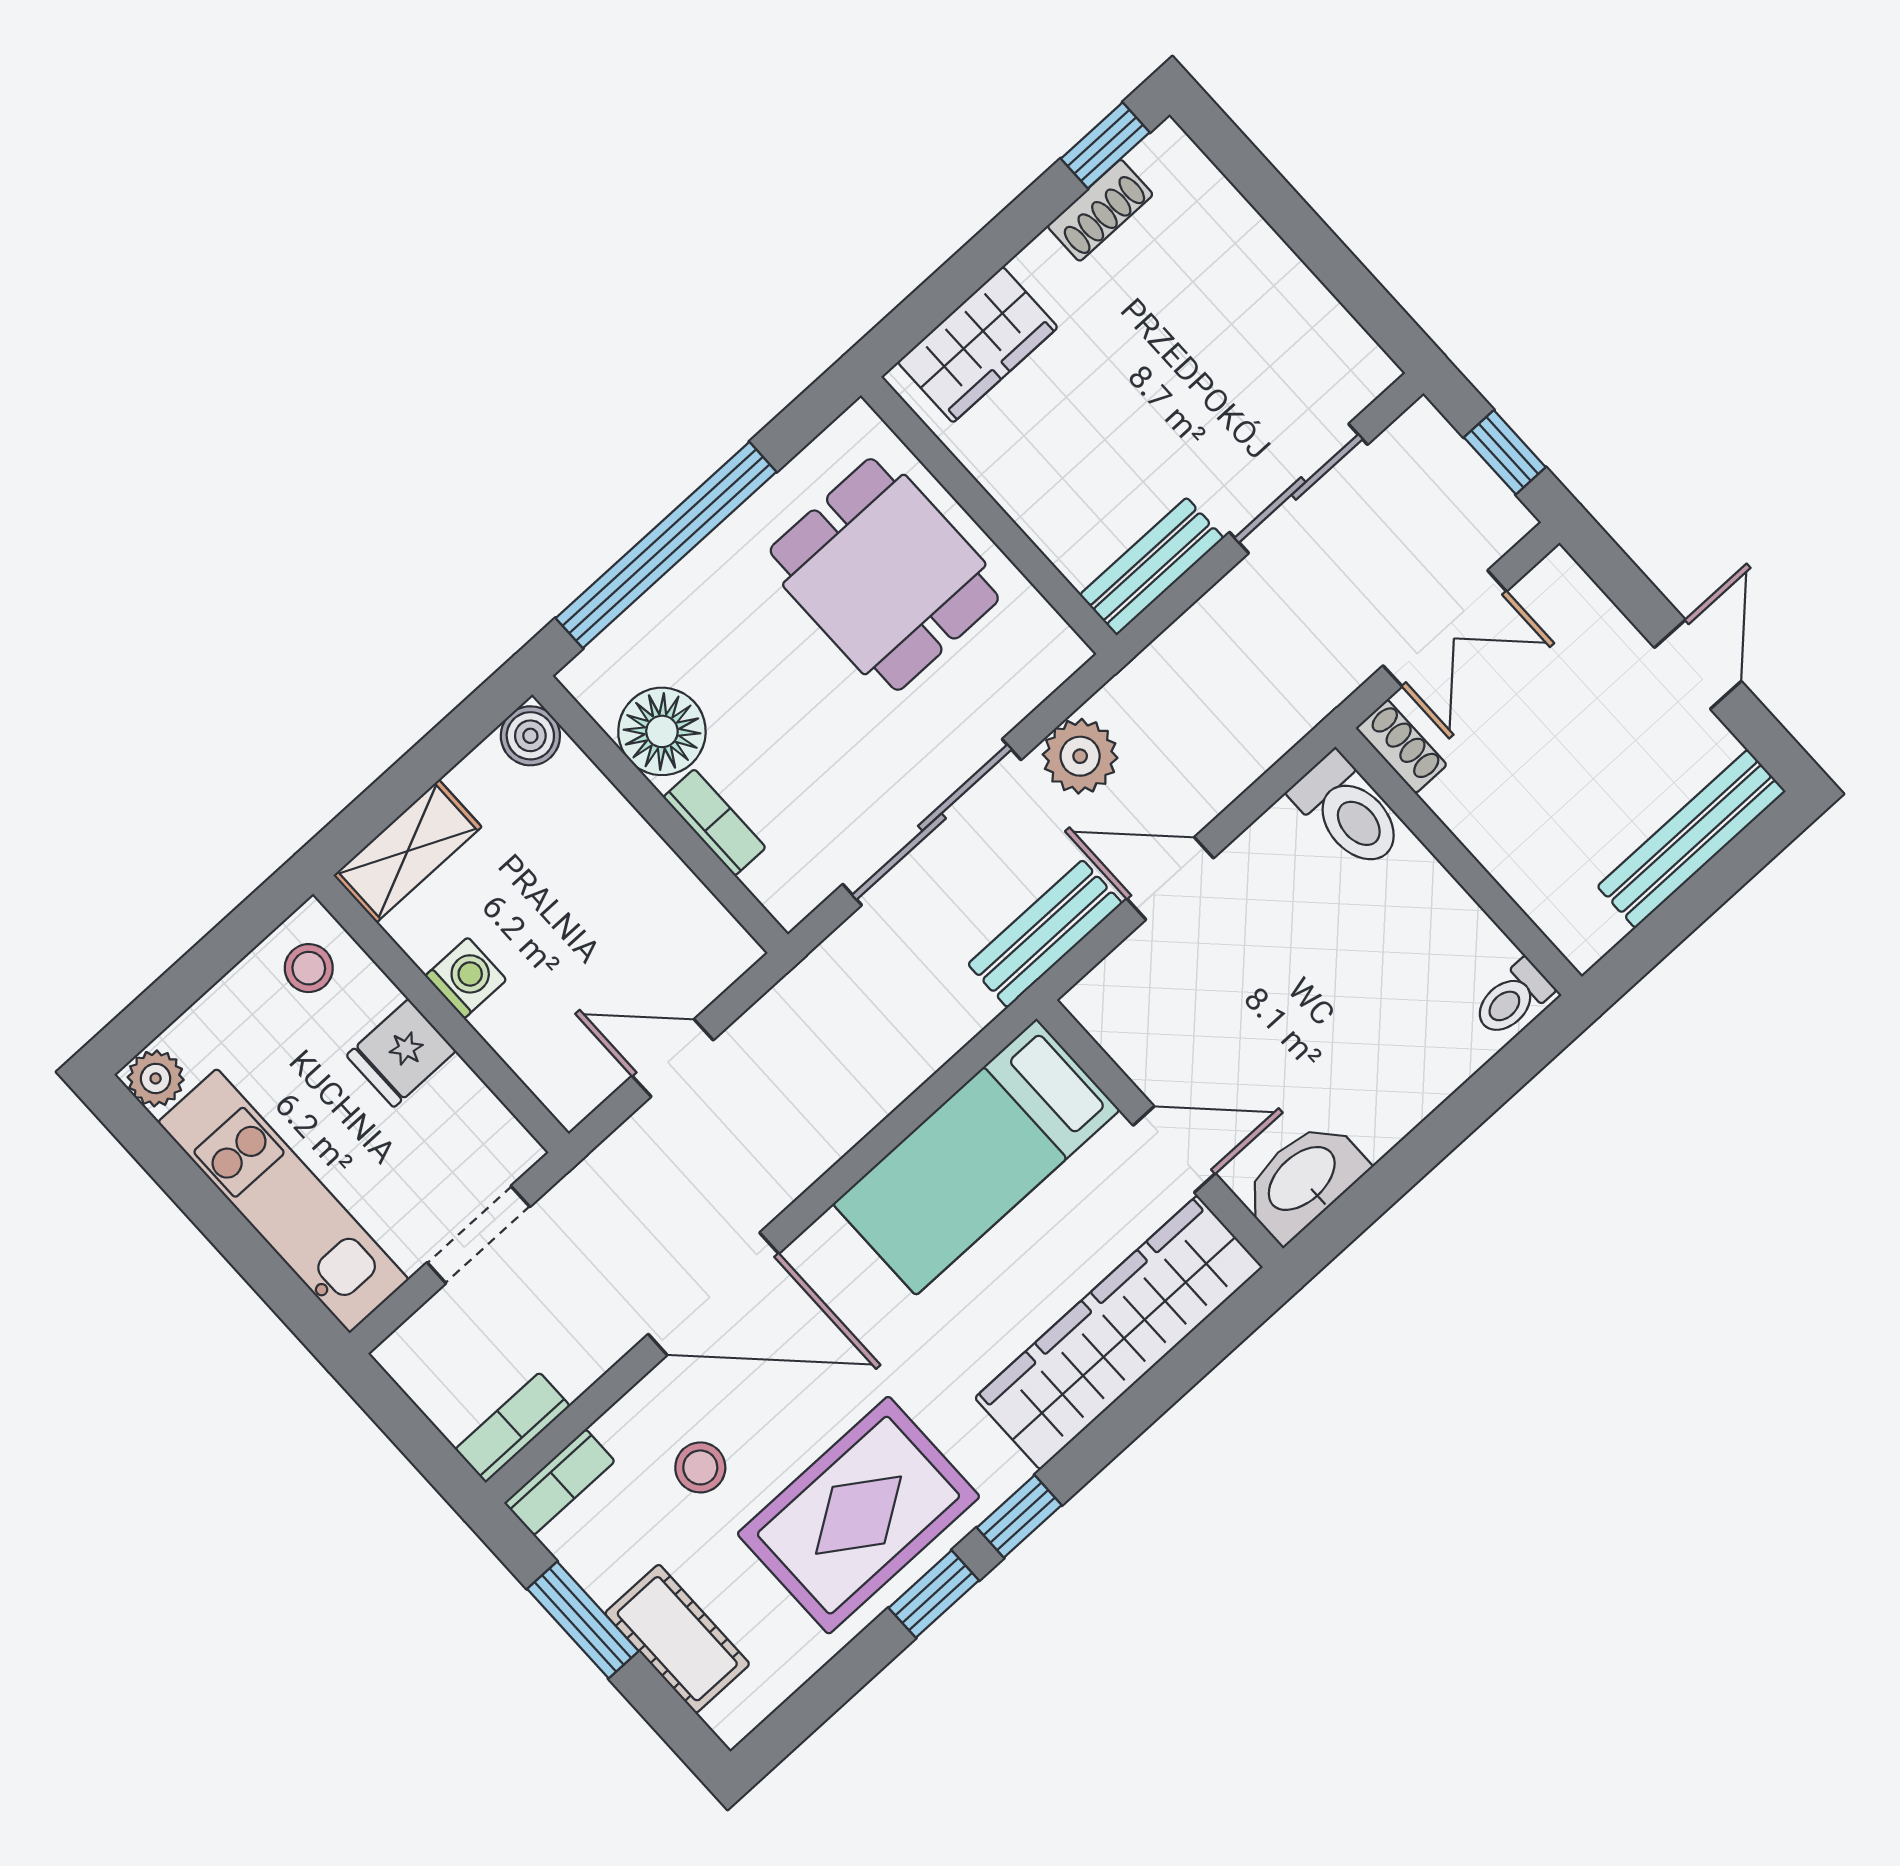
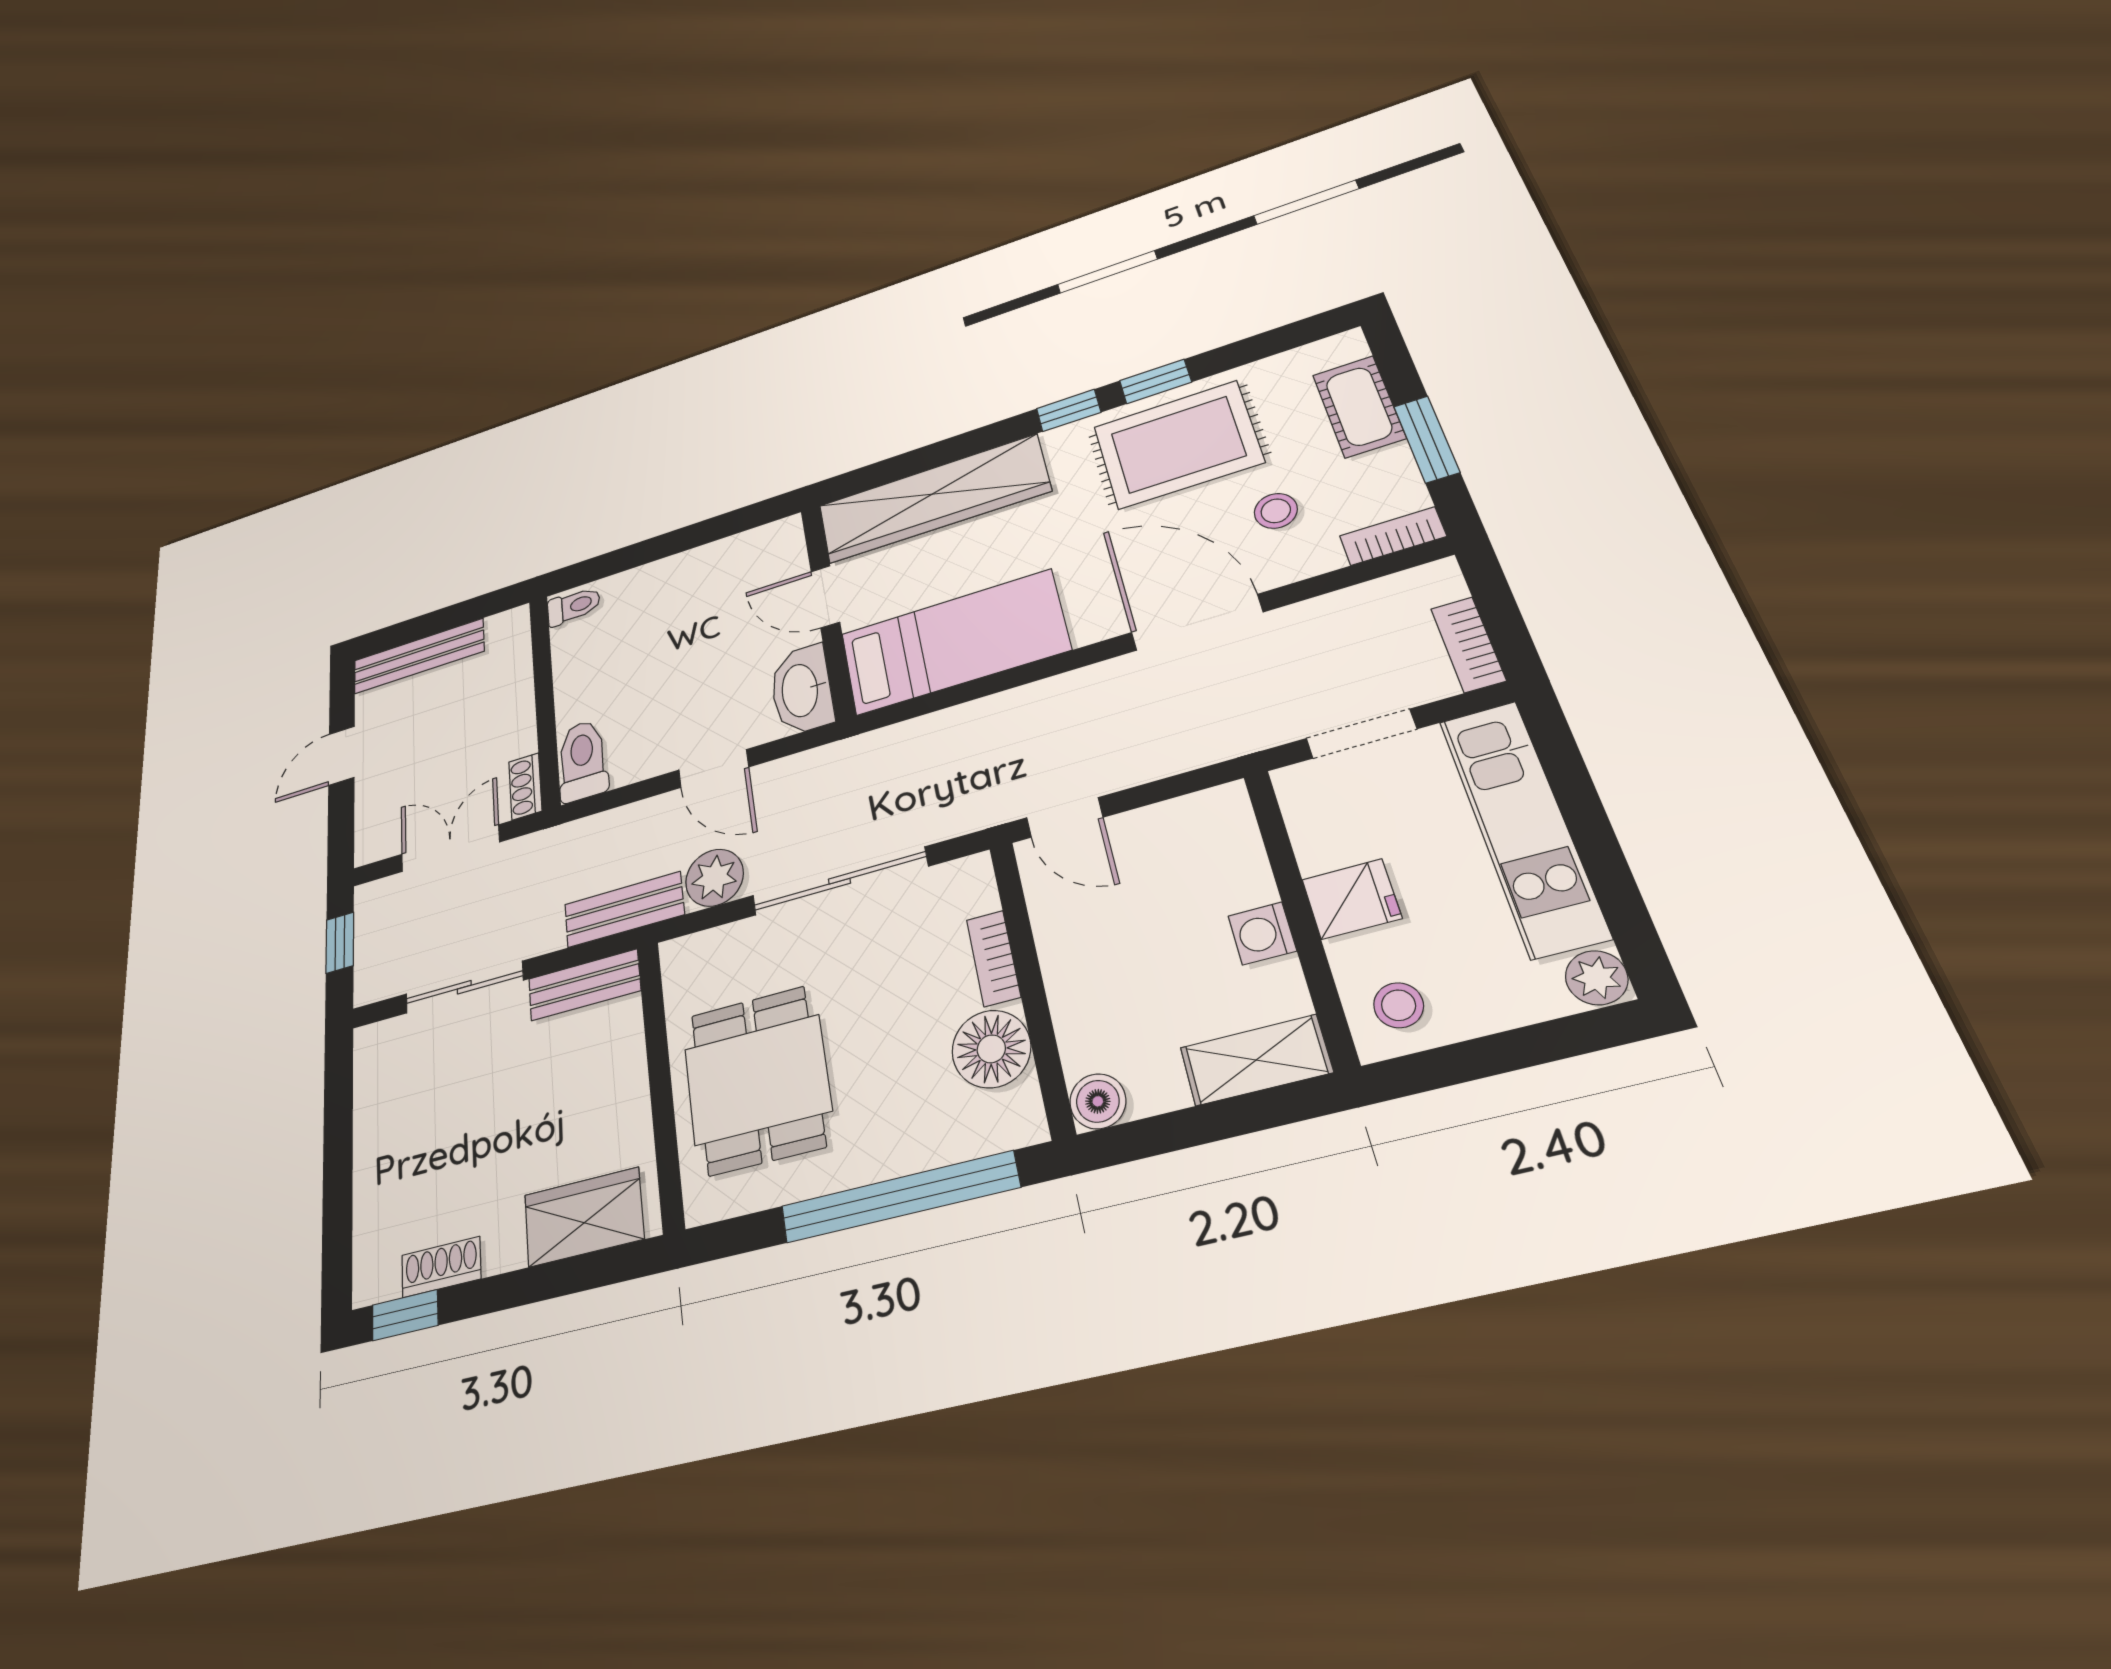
bench: (1045, 934) -> (624, 910), moved
door: (673, 1058) -> (1065, 817), moved
washbasin: (1303, 1180) -> (801, 690), moved, turned 90
bookcase: (513, 1428) -> (1468, 645), moved, turned 90

